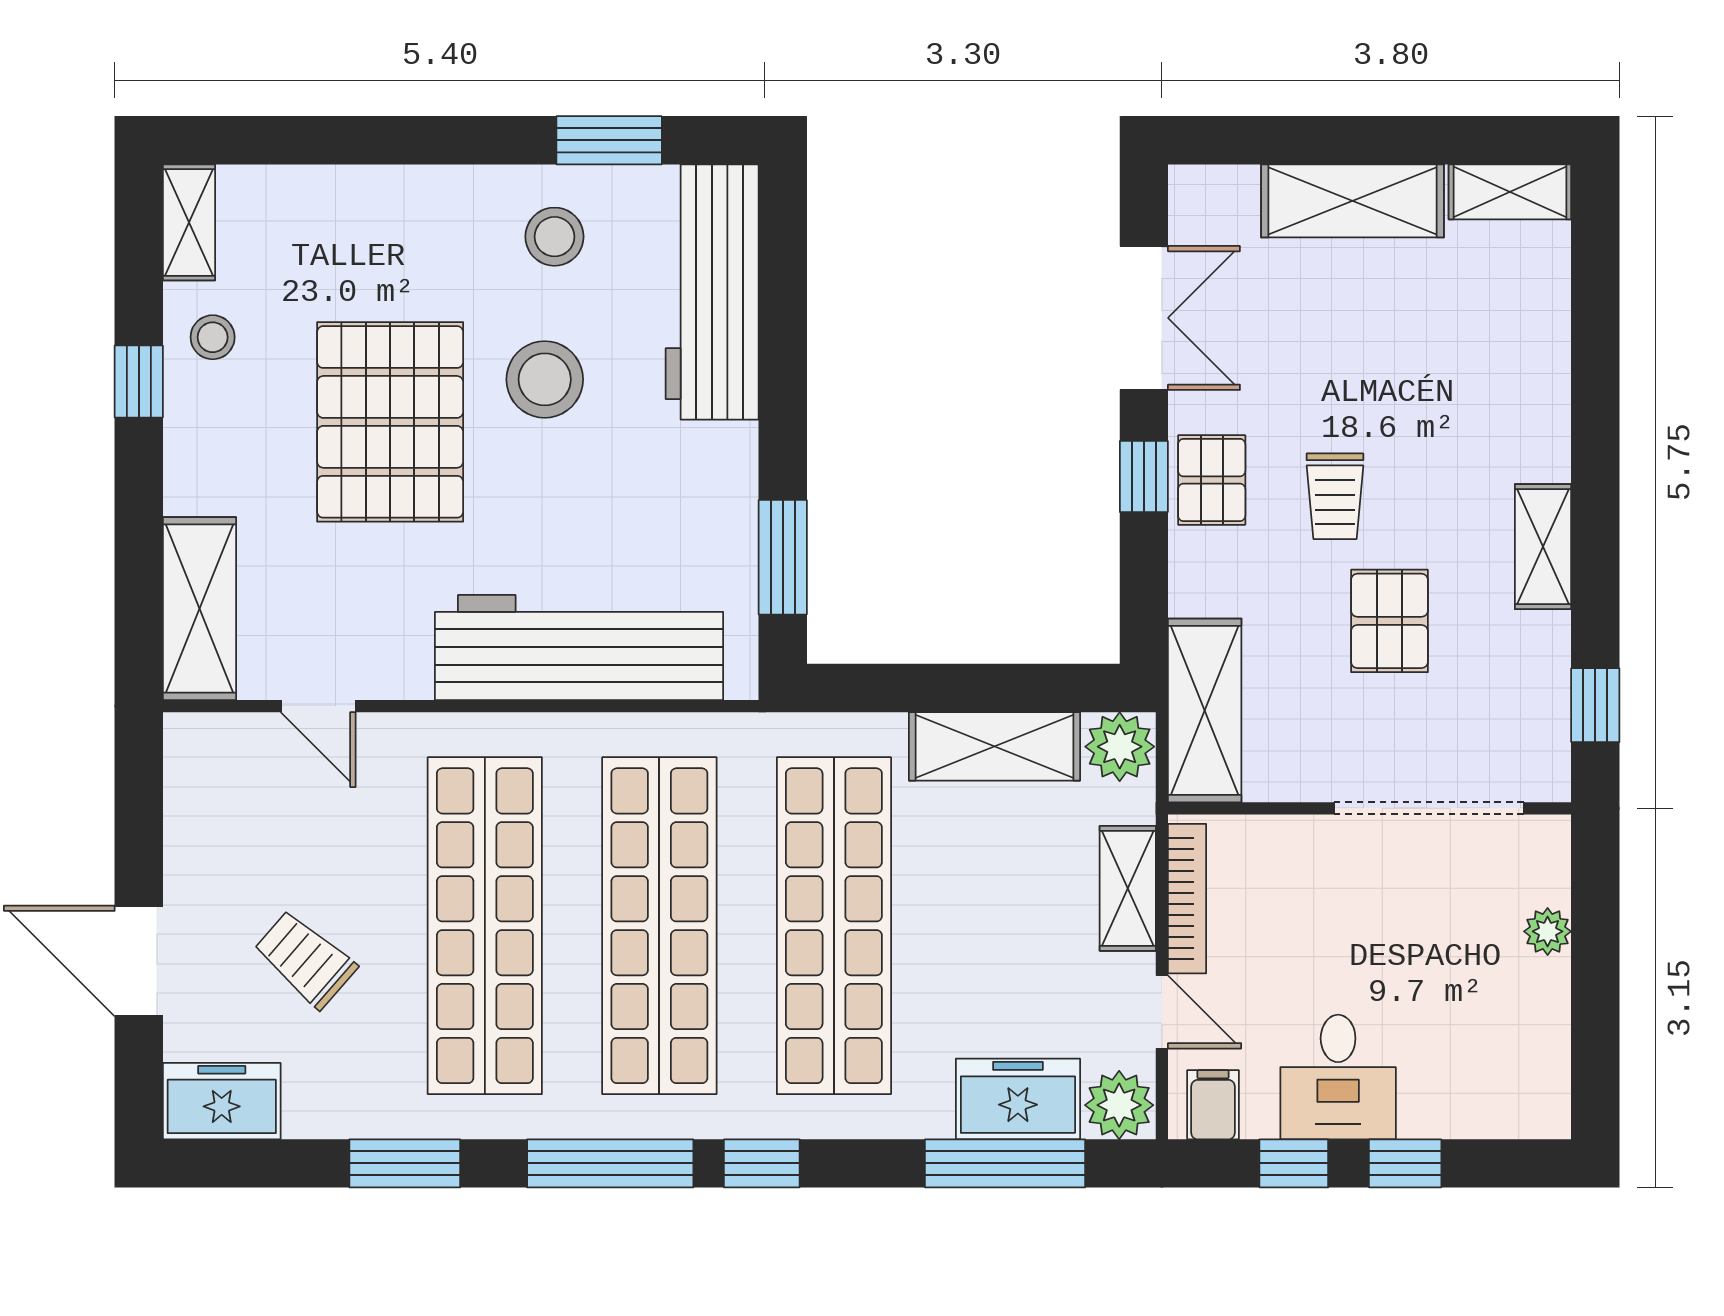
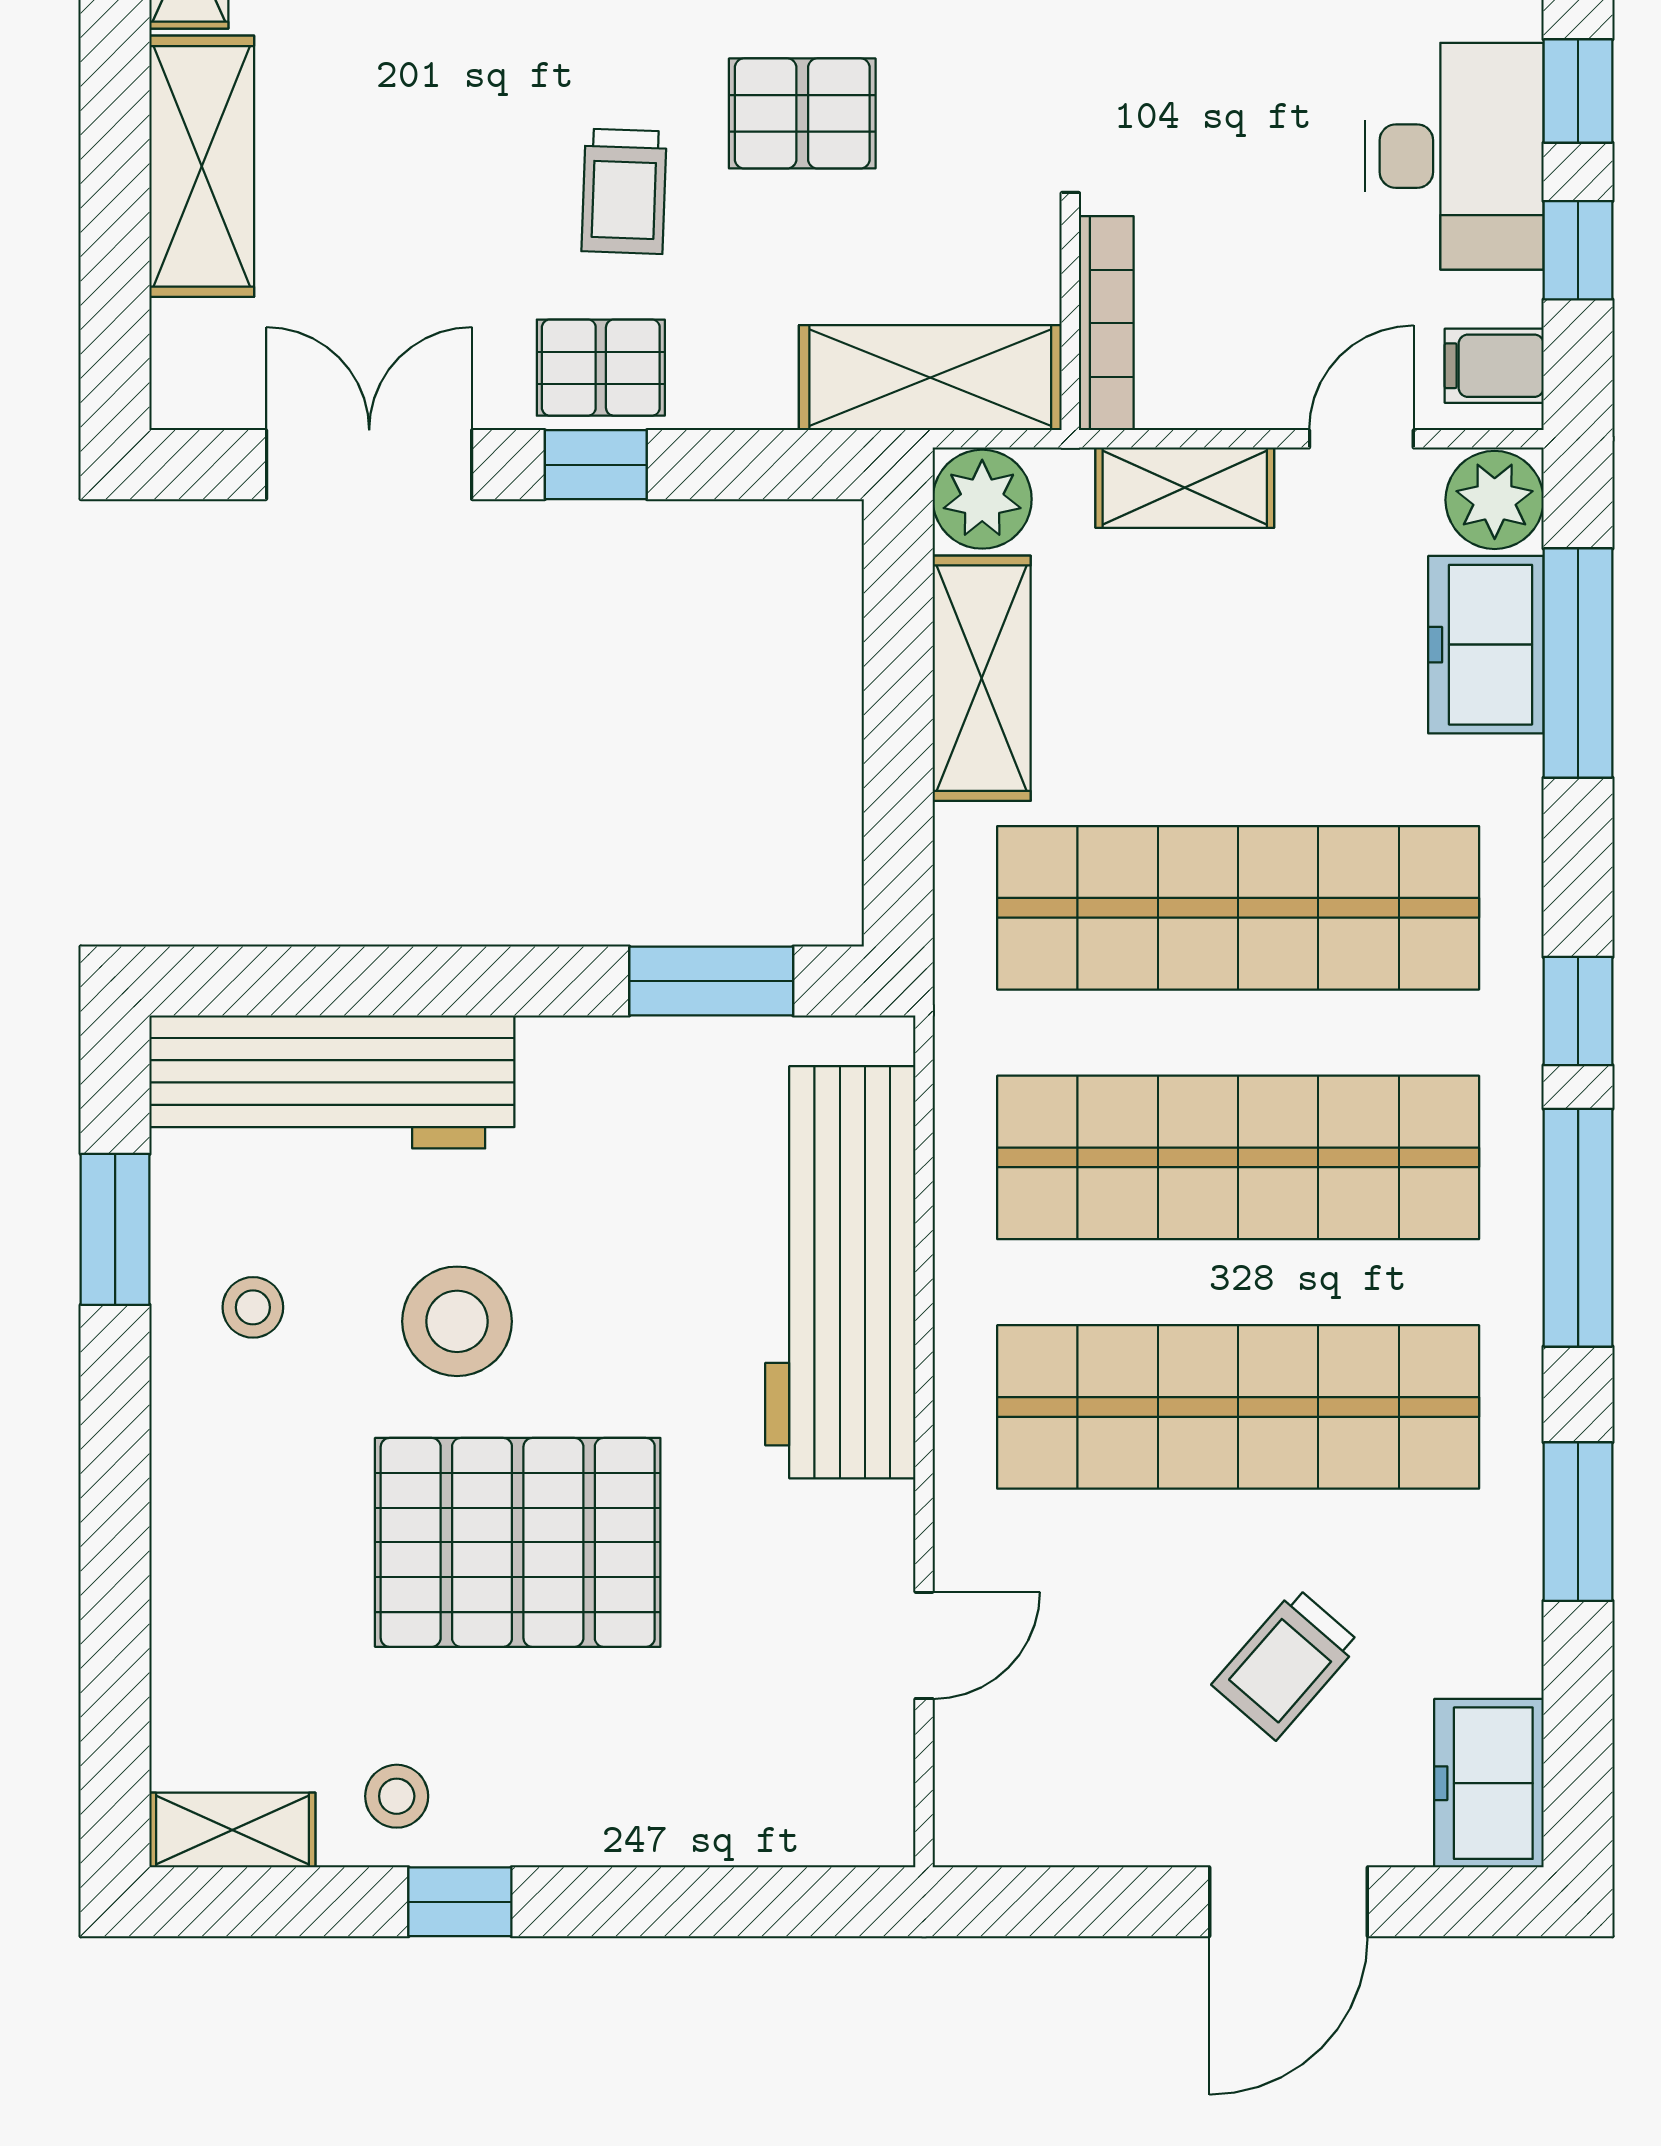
stool: (554, 237) -> (253, 1307), width x0.73, depth x0.73
trolley: (1335, 496) -> (624, 191), turned 92
shelving: (199, 609) -> (785, 1815), removed
bookcase: (1187, 899) -> (1106, 323), moved, turned 90
desk: (1338, 1077) -> (1455, 156), width x1.37

